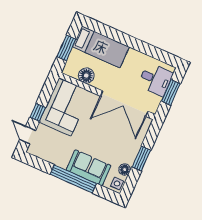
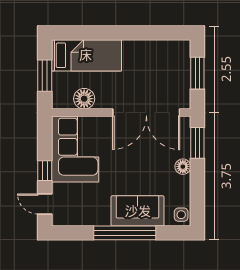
desk: (155, 79) -> (171, 66), removed
window: (141, 159) -> (197, 143), moved
floor lamp: (125, 169) -> (183, 167), moved

